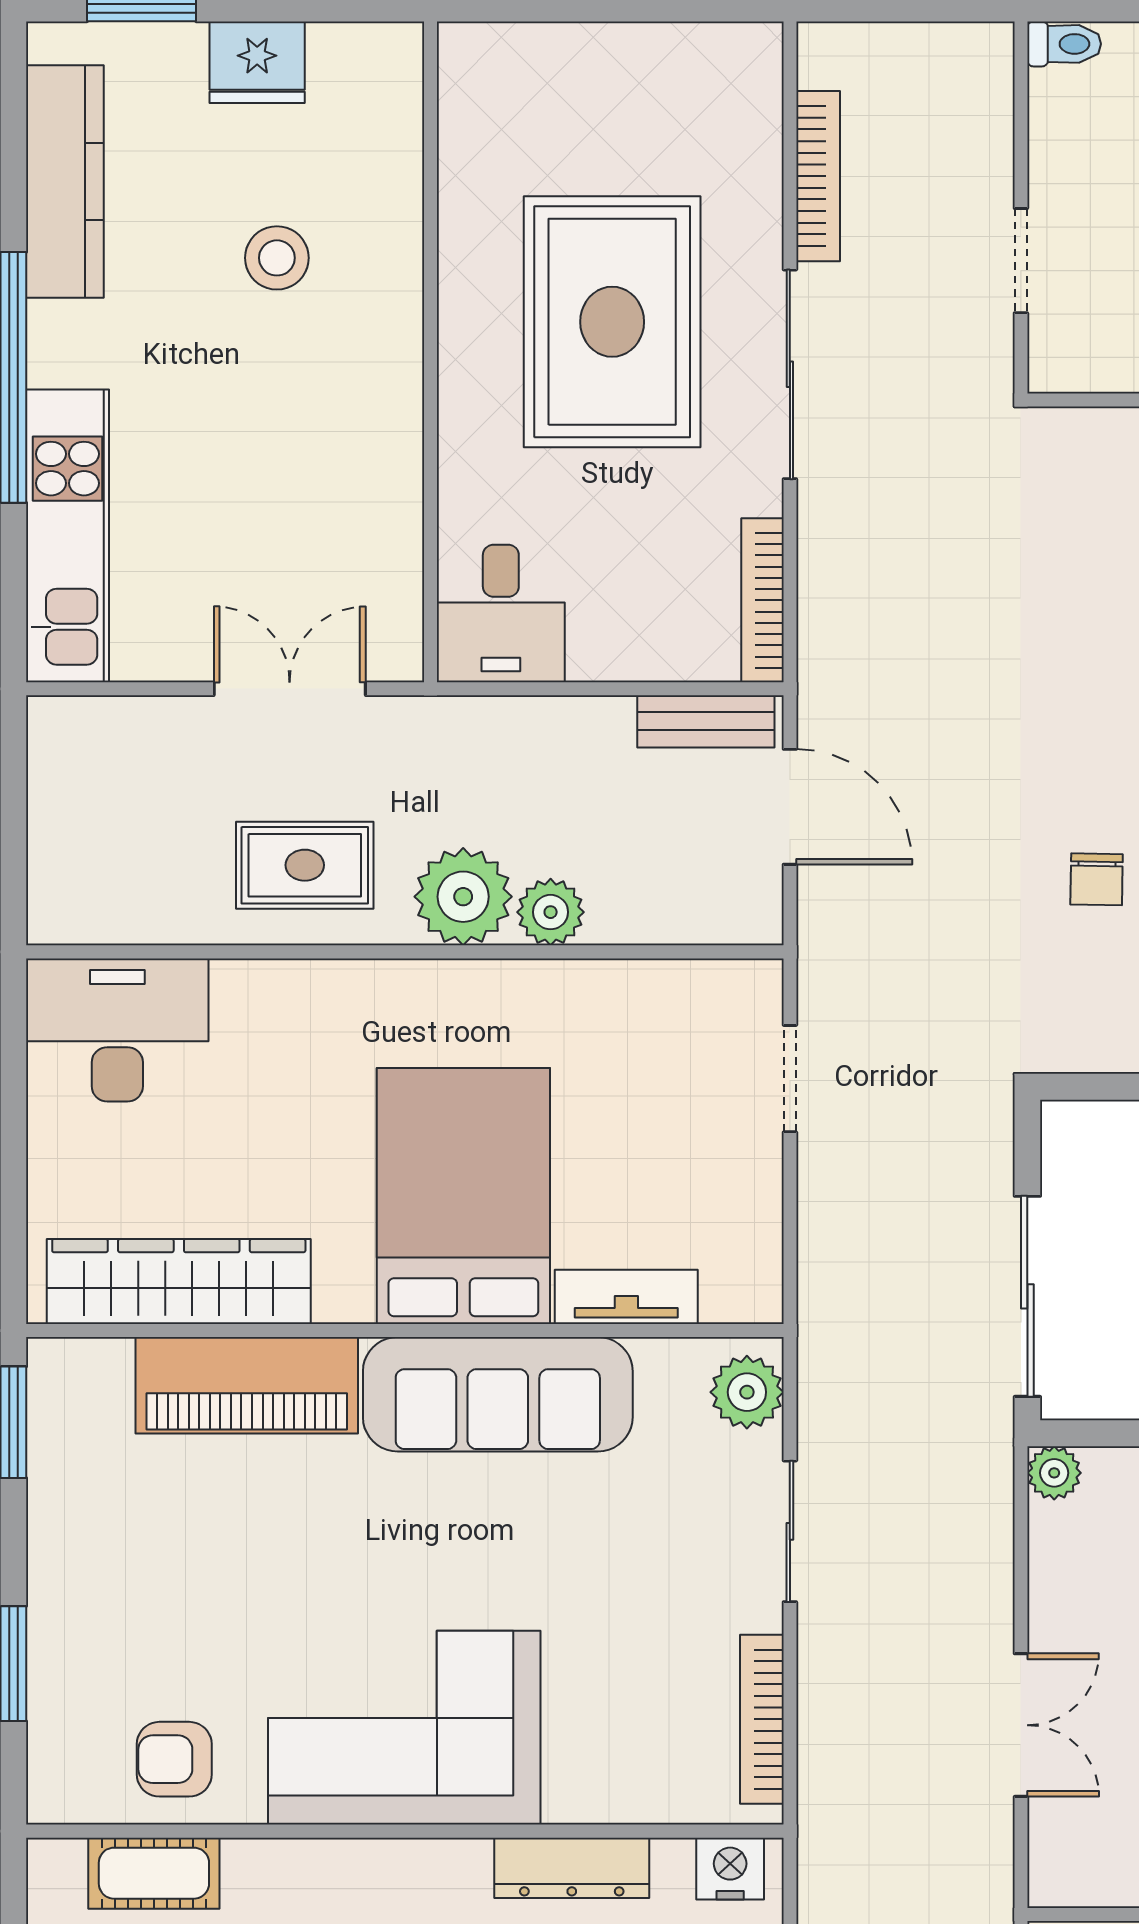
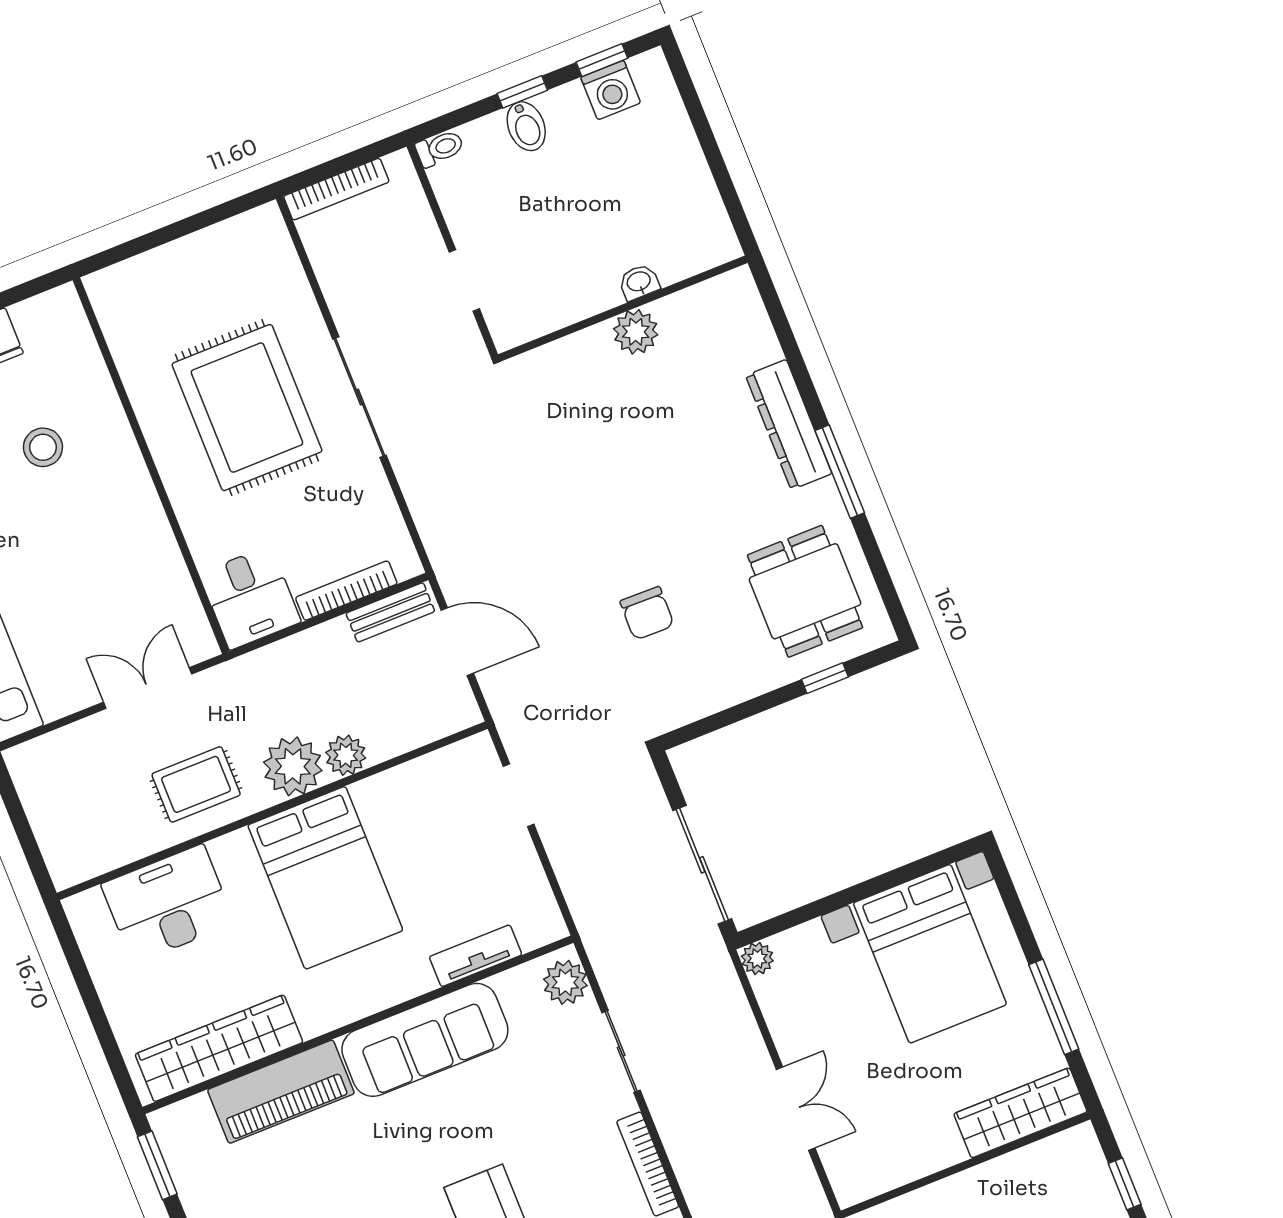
bookcase: (818, 176) -> (336, 189), moved, turned 90
bookcase: (762, 600) -> (346, 591), moved, turned 90
chair: (1097, 879) -> (647, 613), width x1.37, depth x1.37
desk: (117, 1030) -> (168, 904), moved
bed: (463, 1196) -> (325, 878), moved, turned 180

